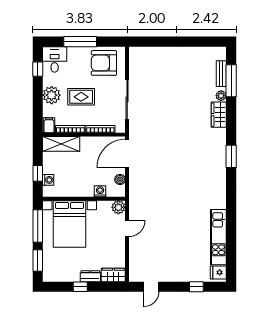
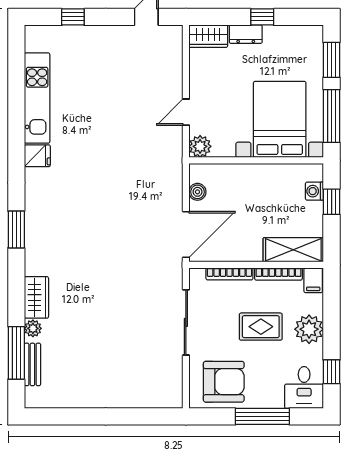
washing machine: (100, 191) -> (230, 173), removed
fridge: (218, 272) -> (37, 156), moved

